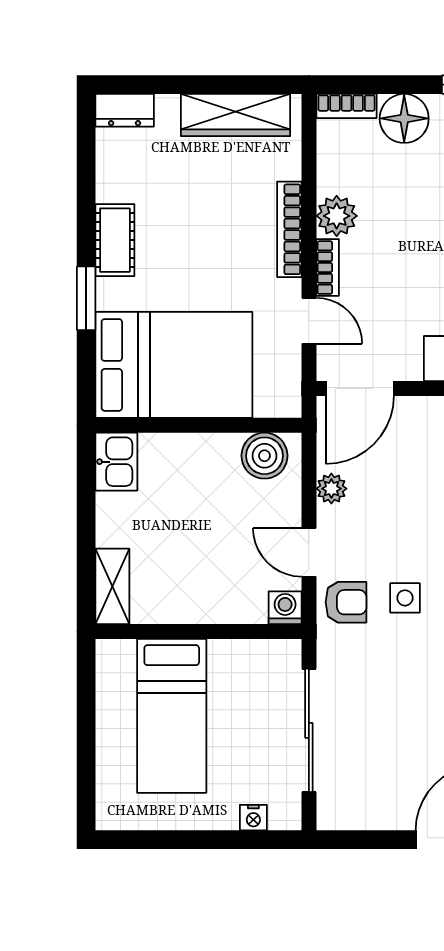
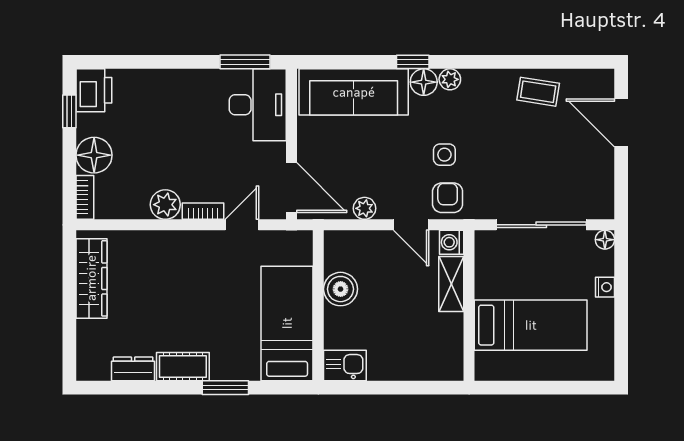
dresser: (125, 110) -> (133, 369), moved, turned -90
bookcase: (289, 229) -> (175, 239), removed
bed: (174, 365) -> (287, 323), width x0.67
boiler: (264, 456) -> (341, 289), moved
door: (309, 552) -> (411, 225), hinge flipped
shelving: (112, 586) -> (451, 284), moved, turned 90
floor lamp: (289, 817) -> (605, 240), added
nightstand: (253, 818) -> (605, 287), moved

